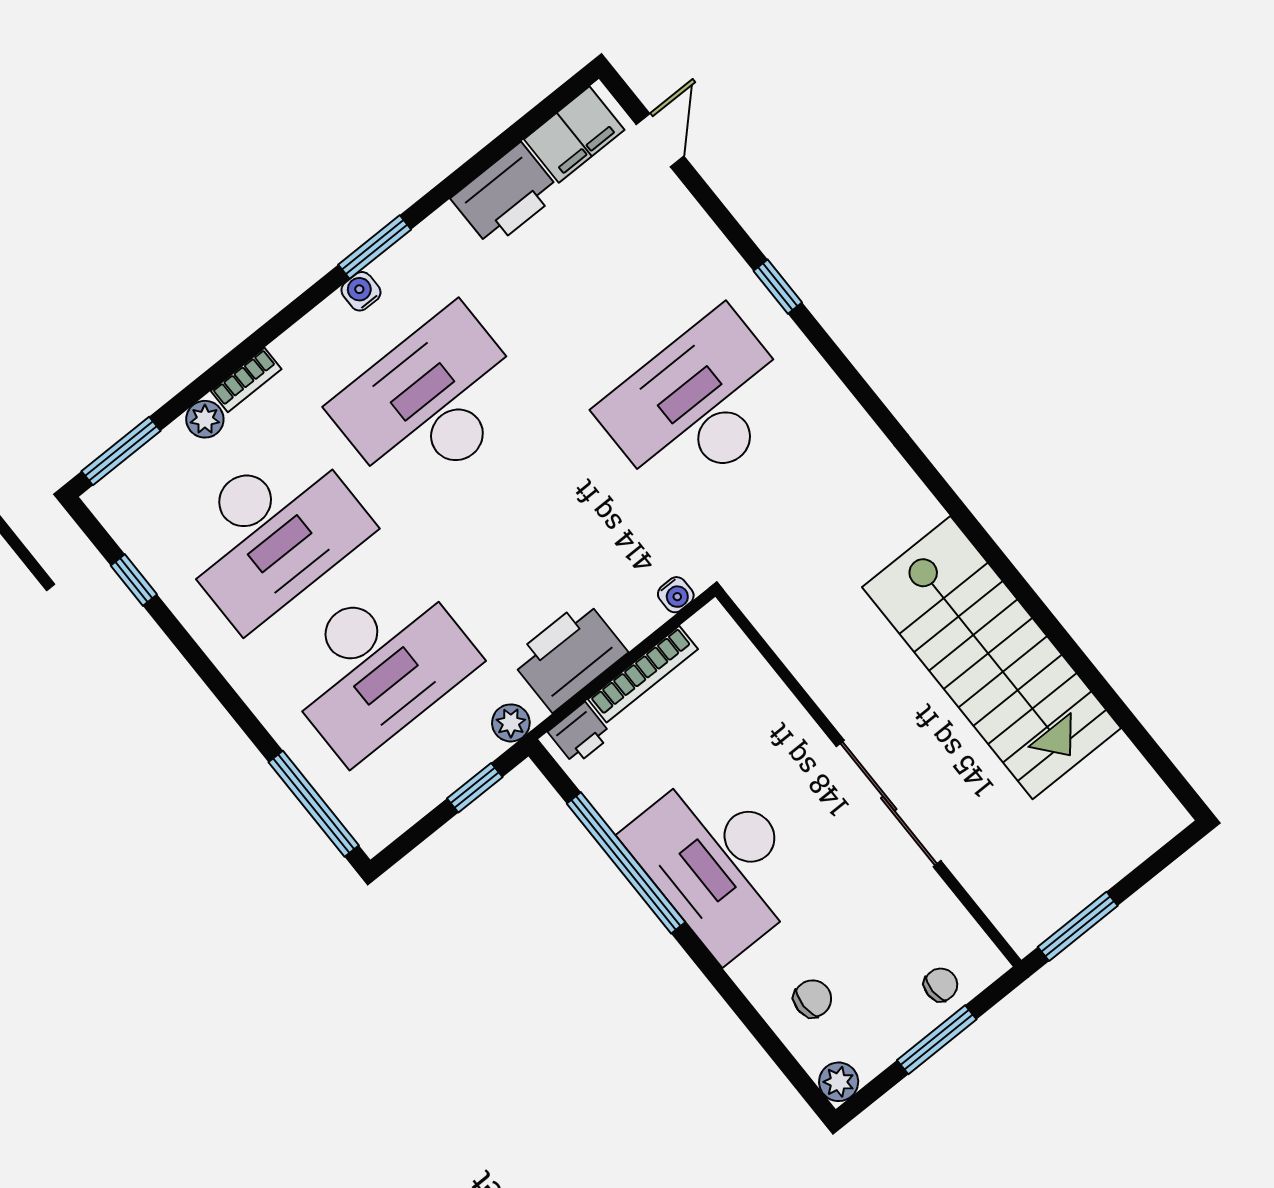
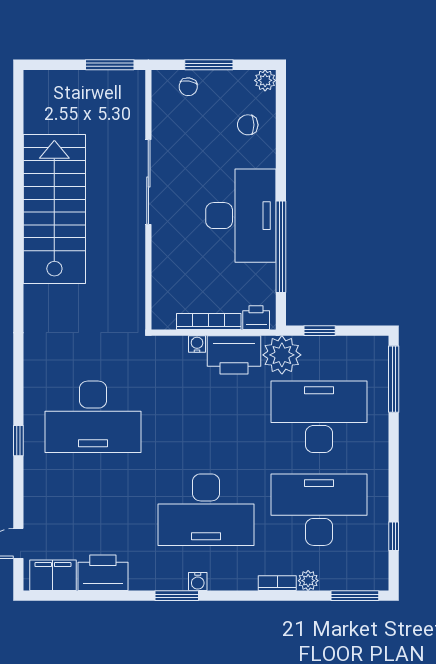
water cooler: (676, 595) -> (197, 344), moved
plant: (511, 723) -> (282, 355), width x1.87, depth x1.87
chair: (941, 985) -> (188, 87), turned -81

